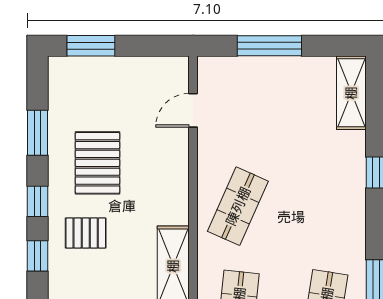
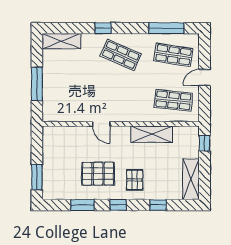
door: (193, 110) -> (101, 124), moved
shop shelf: (238, 206) -> (121, 55), moved
window: (38, 256) -> (158, 205), moved

